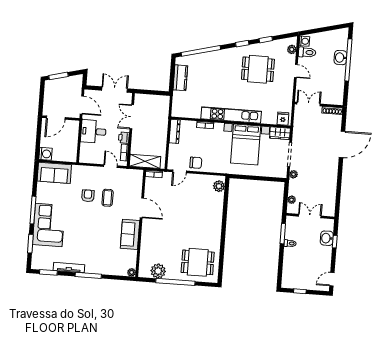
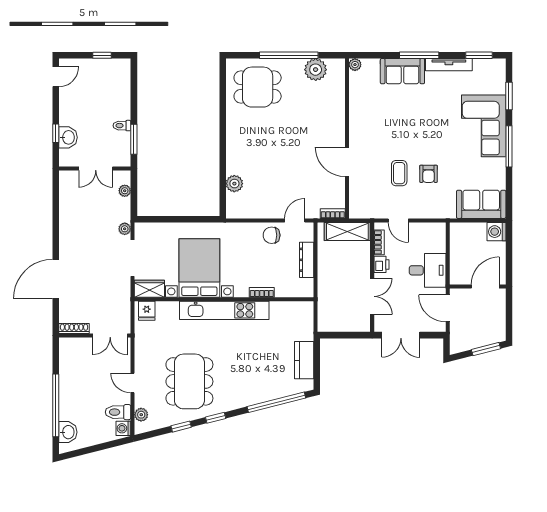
washbasin: (340, 58) -> (68, 432), moved
dining table: (258, 69) -> (189, 381), width x1.37
dresser: (175, 131) -> (307, 260), moved
plant: (219, 186) -> (234, 184), moved
sofa: (130, 234) -> (402, 71), moved, turned 90

